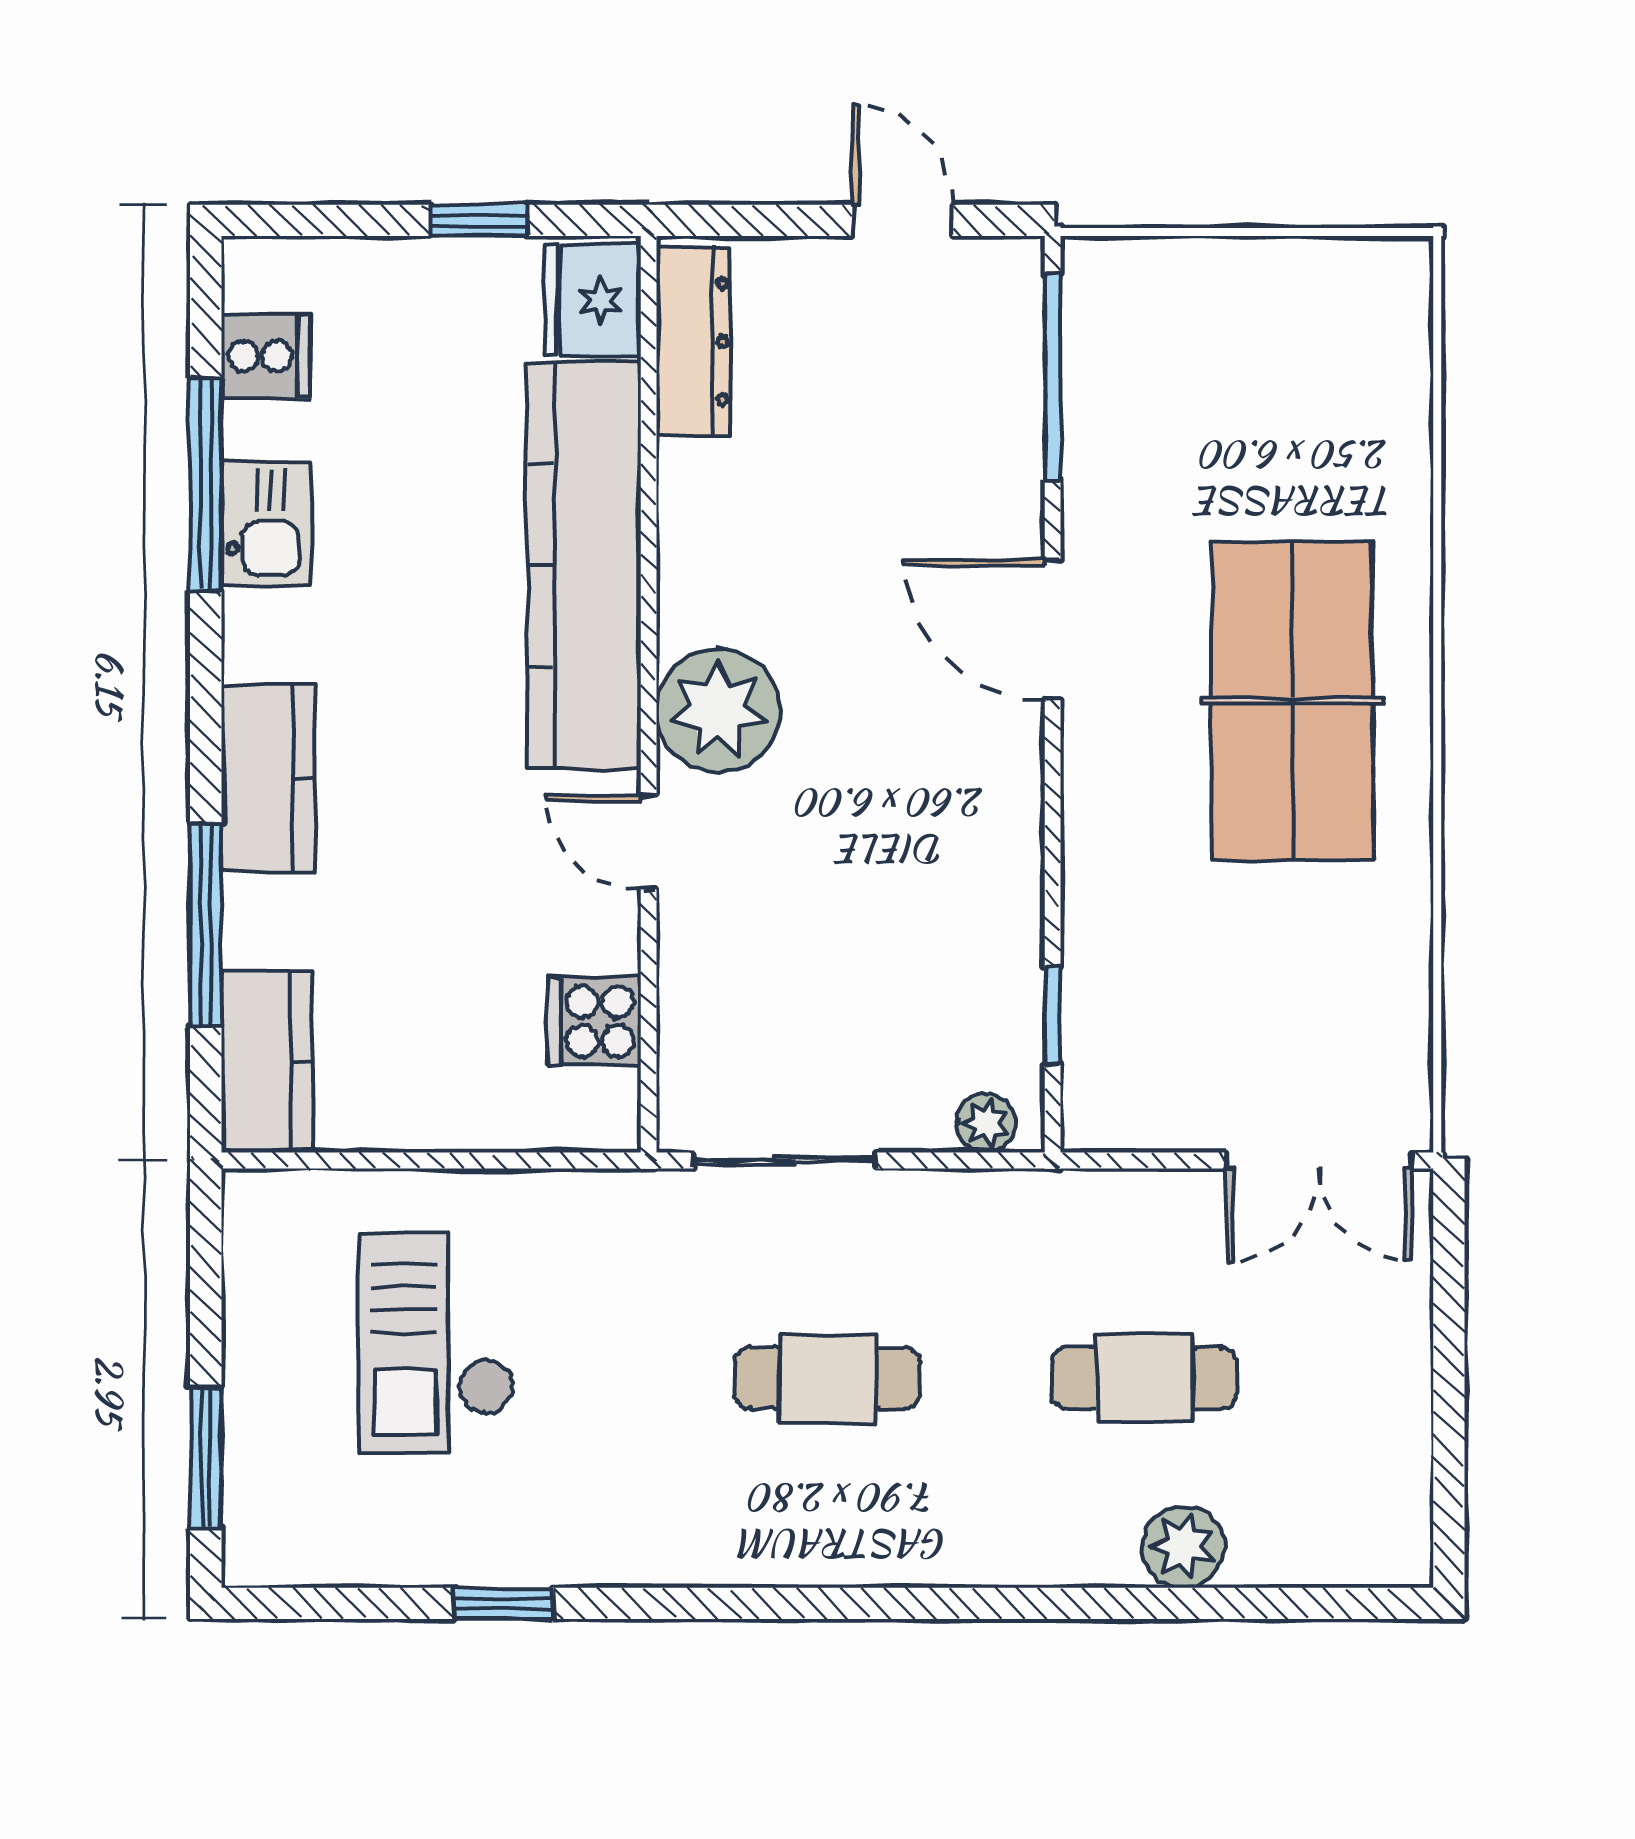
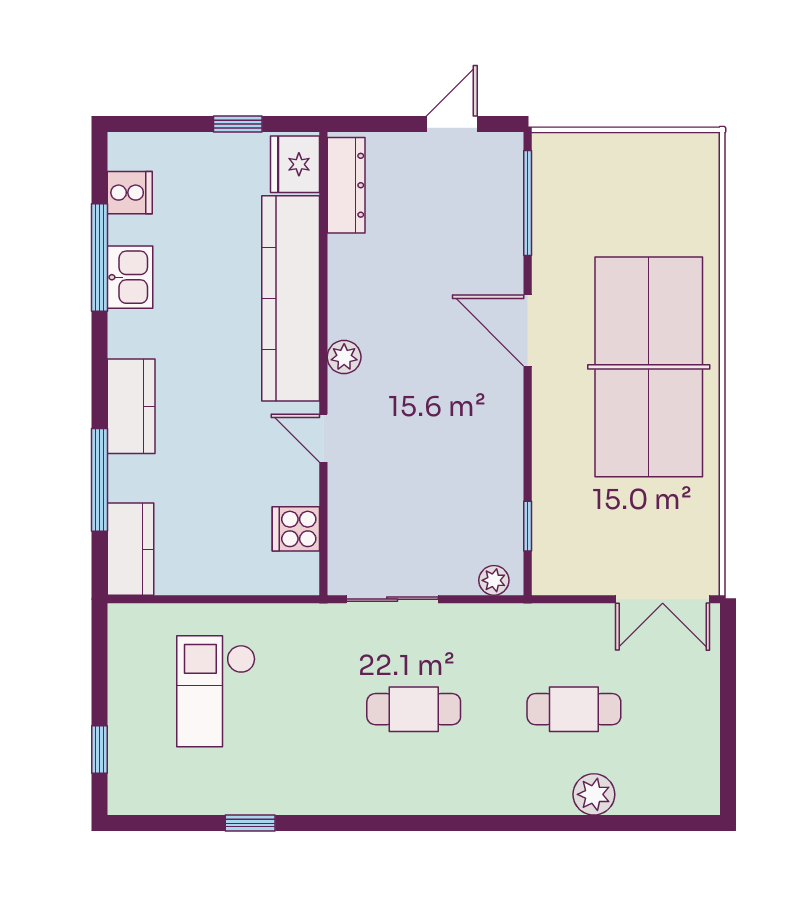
door: (902, 220) -> (452, 124), hinge flipped
table tennis table: (1292, 701) -> (649, 367), width x1.36, depth x1.32
plant: (718, 710) -> (344, 357), width x0.53, depth x0.53
window: (206, 1458) -> (100, 750), width x0.67

